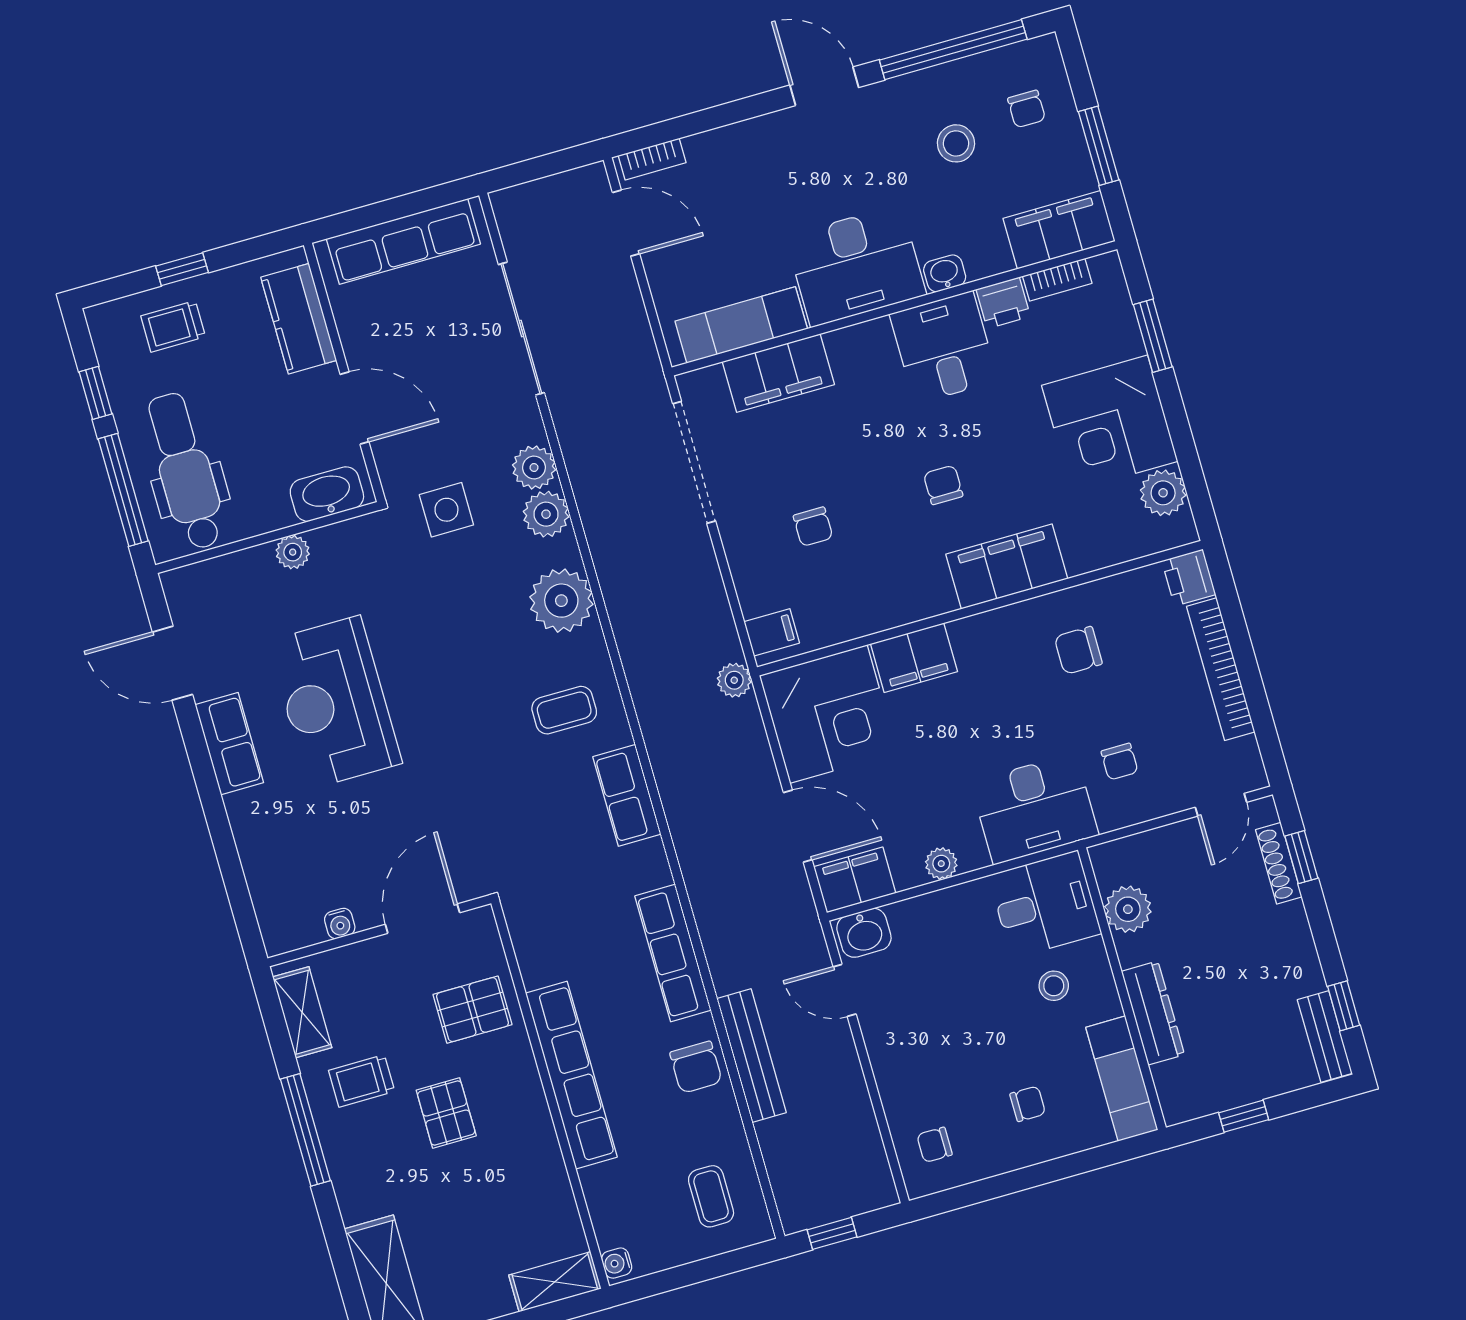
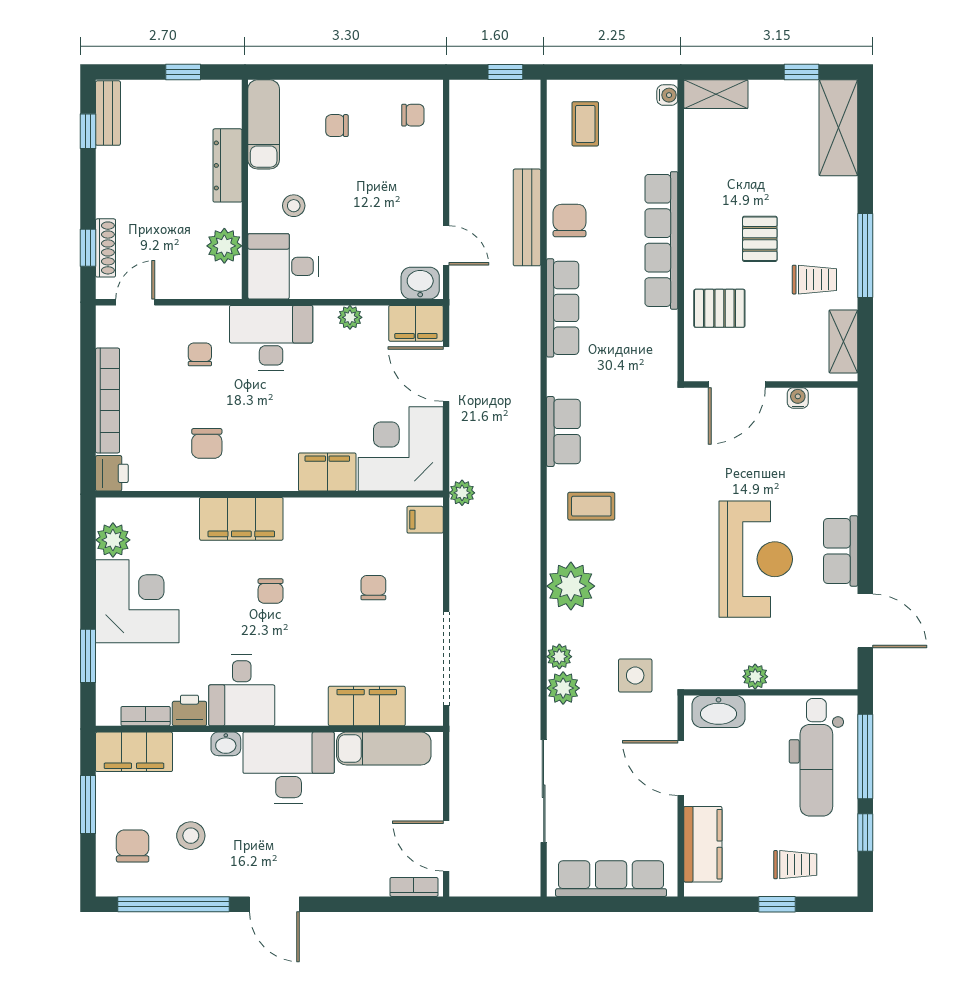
chair: (1027, 109) -> (133, 846), width x1.37, depth x1.37
plant: (546, 514) -> (559, 657), width x0.73, depth x0.73
chair: (1078, 650) -> (207, 443), turned 90

